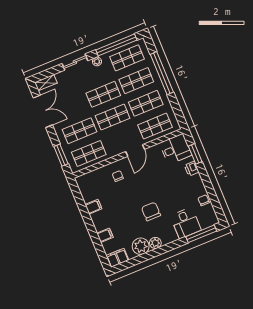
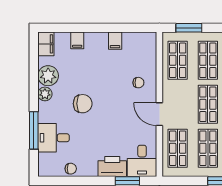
printer: (192, 169) -> (112, 167), width x1.87, depth x1.48
window: (201, 234) -> (34, 130), moved

